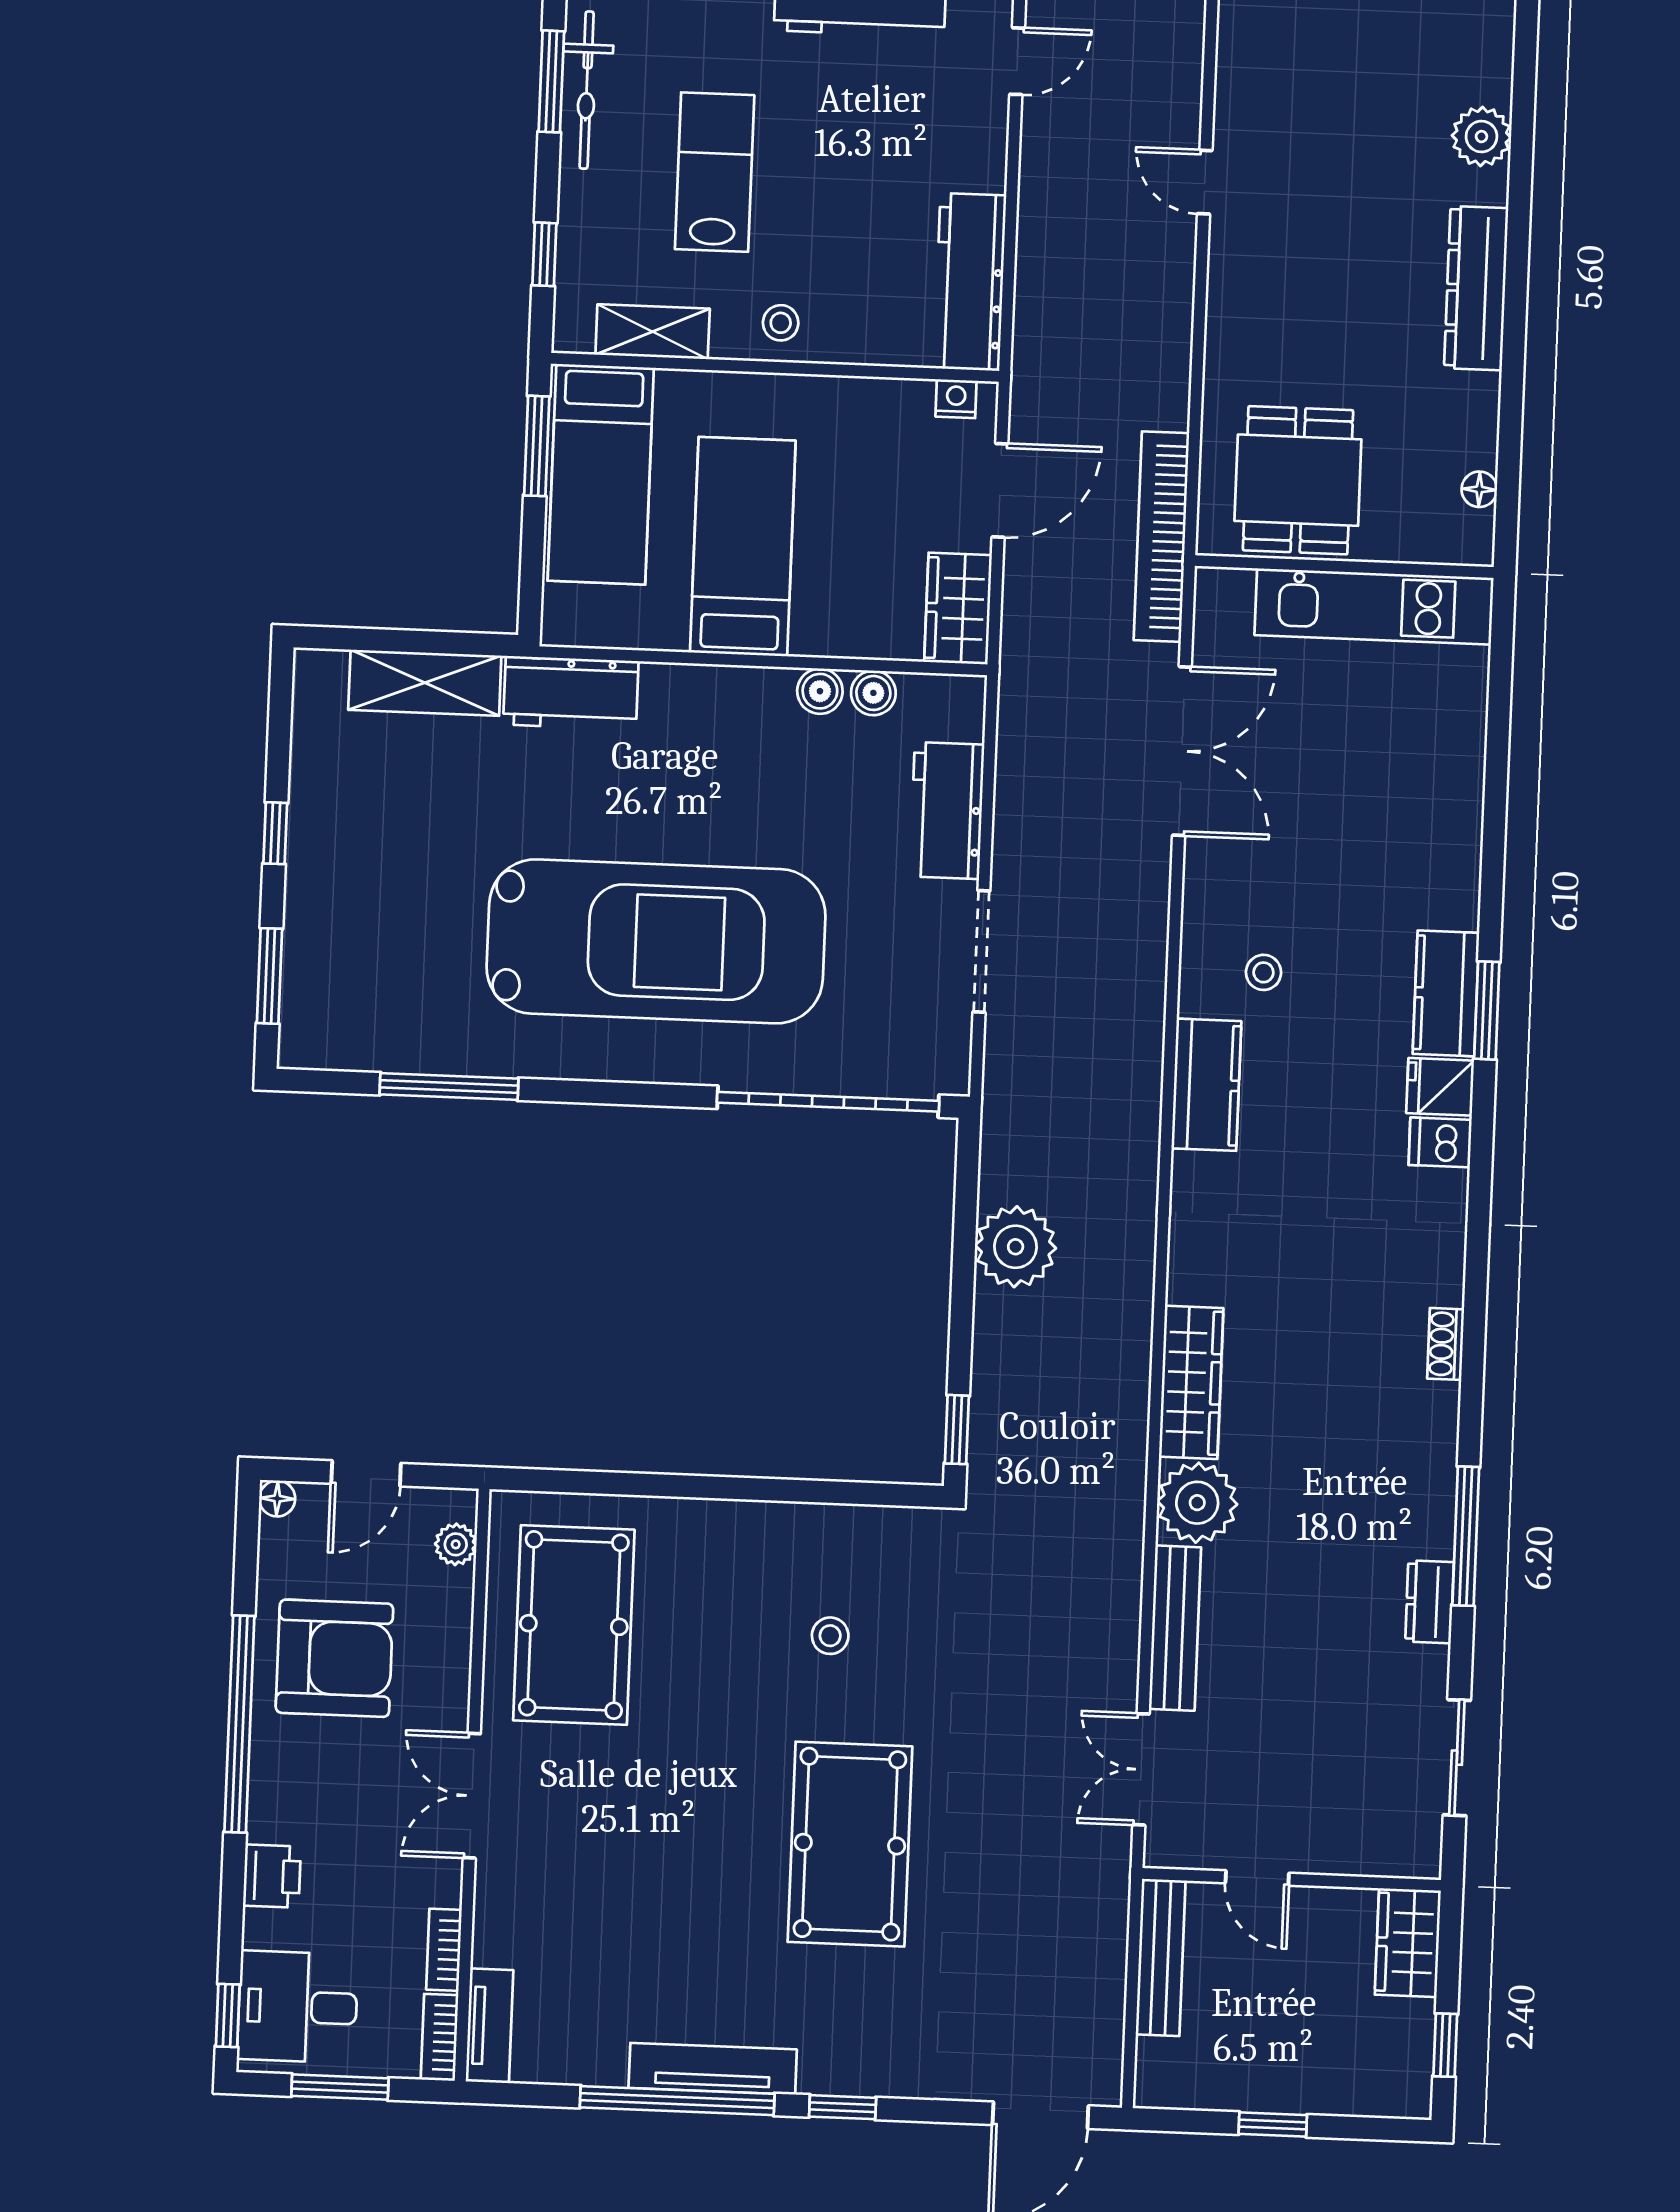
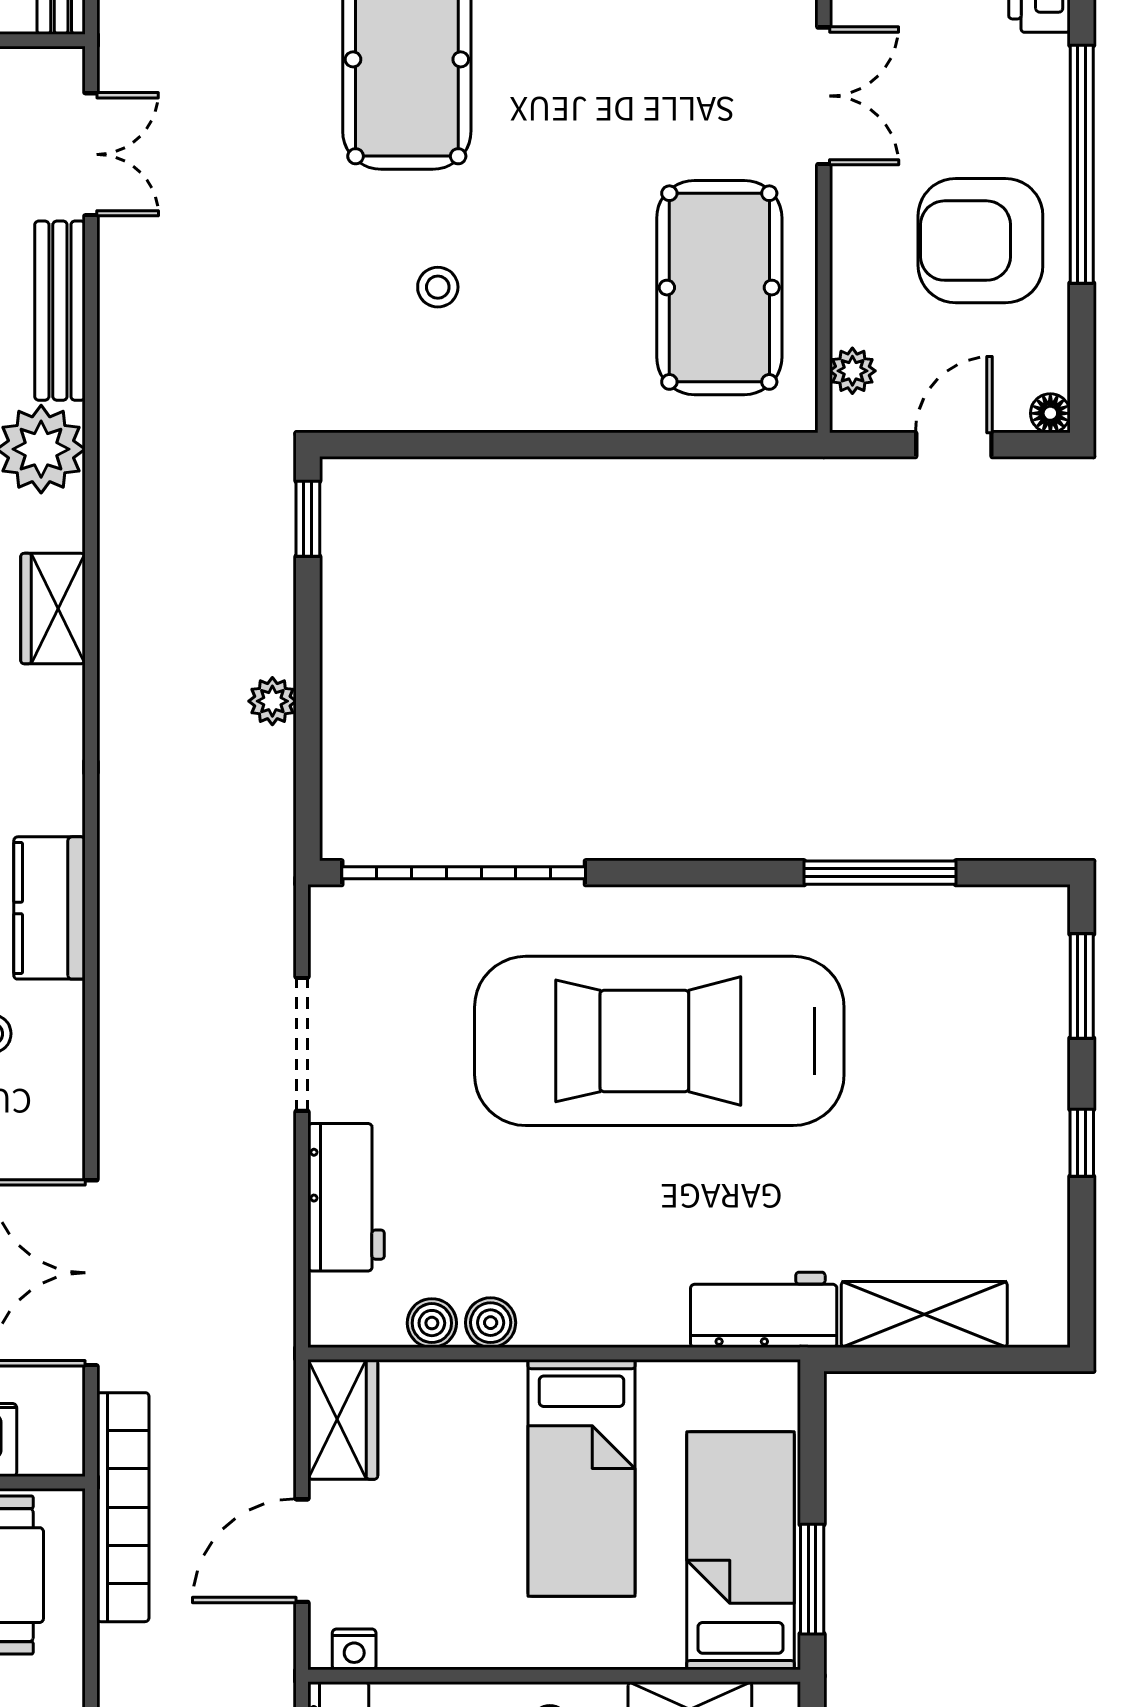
plant: (1016, 1247) -> (272, 701), width x0.53, depth x0.53
wardrobe: (1191, 1382) -> (53, 609), width x0.67

